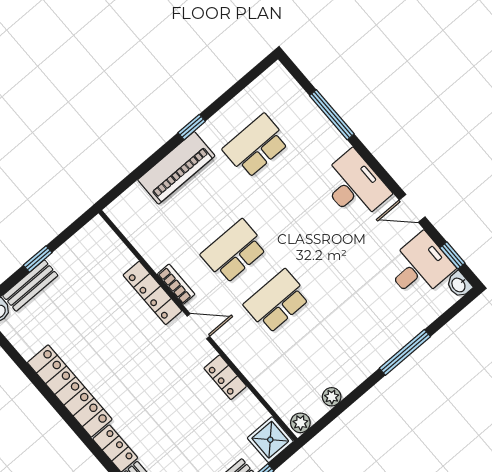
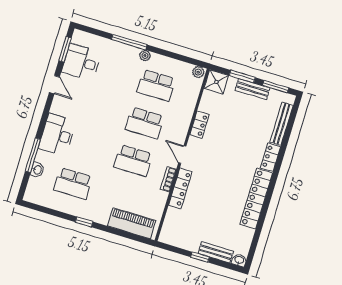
piano: (176, 168) -> (132, 223), moved
desk: (355, 186) -> (57, 135), moved
window: (452, 255) -> (65, 49), width x1.50
washbasin: (459, 285) -> (37, 170), moved
school desk: (320, 351) -> (156, 85), added
plant: (332, 397) -> (145, 56), moved

